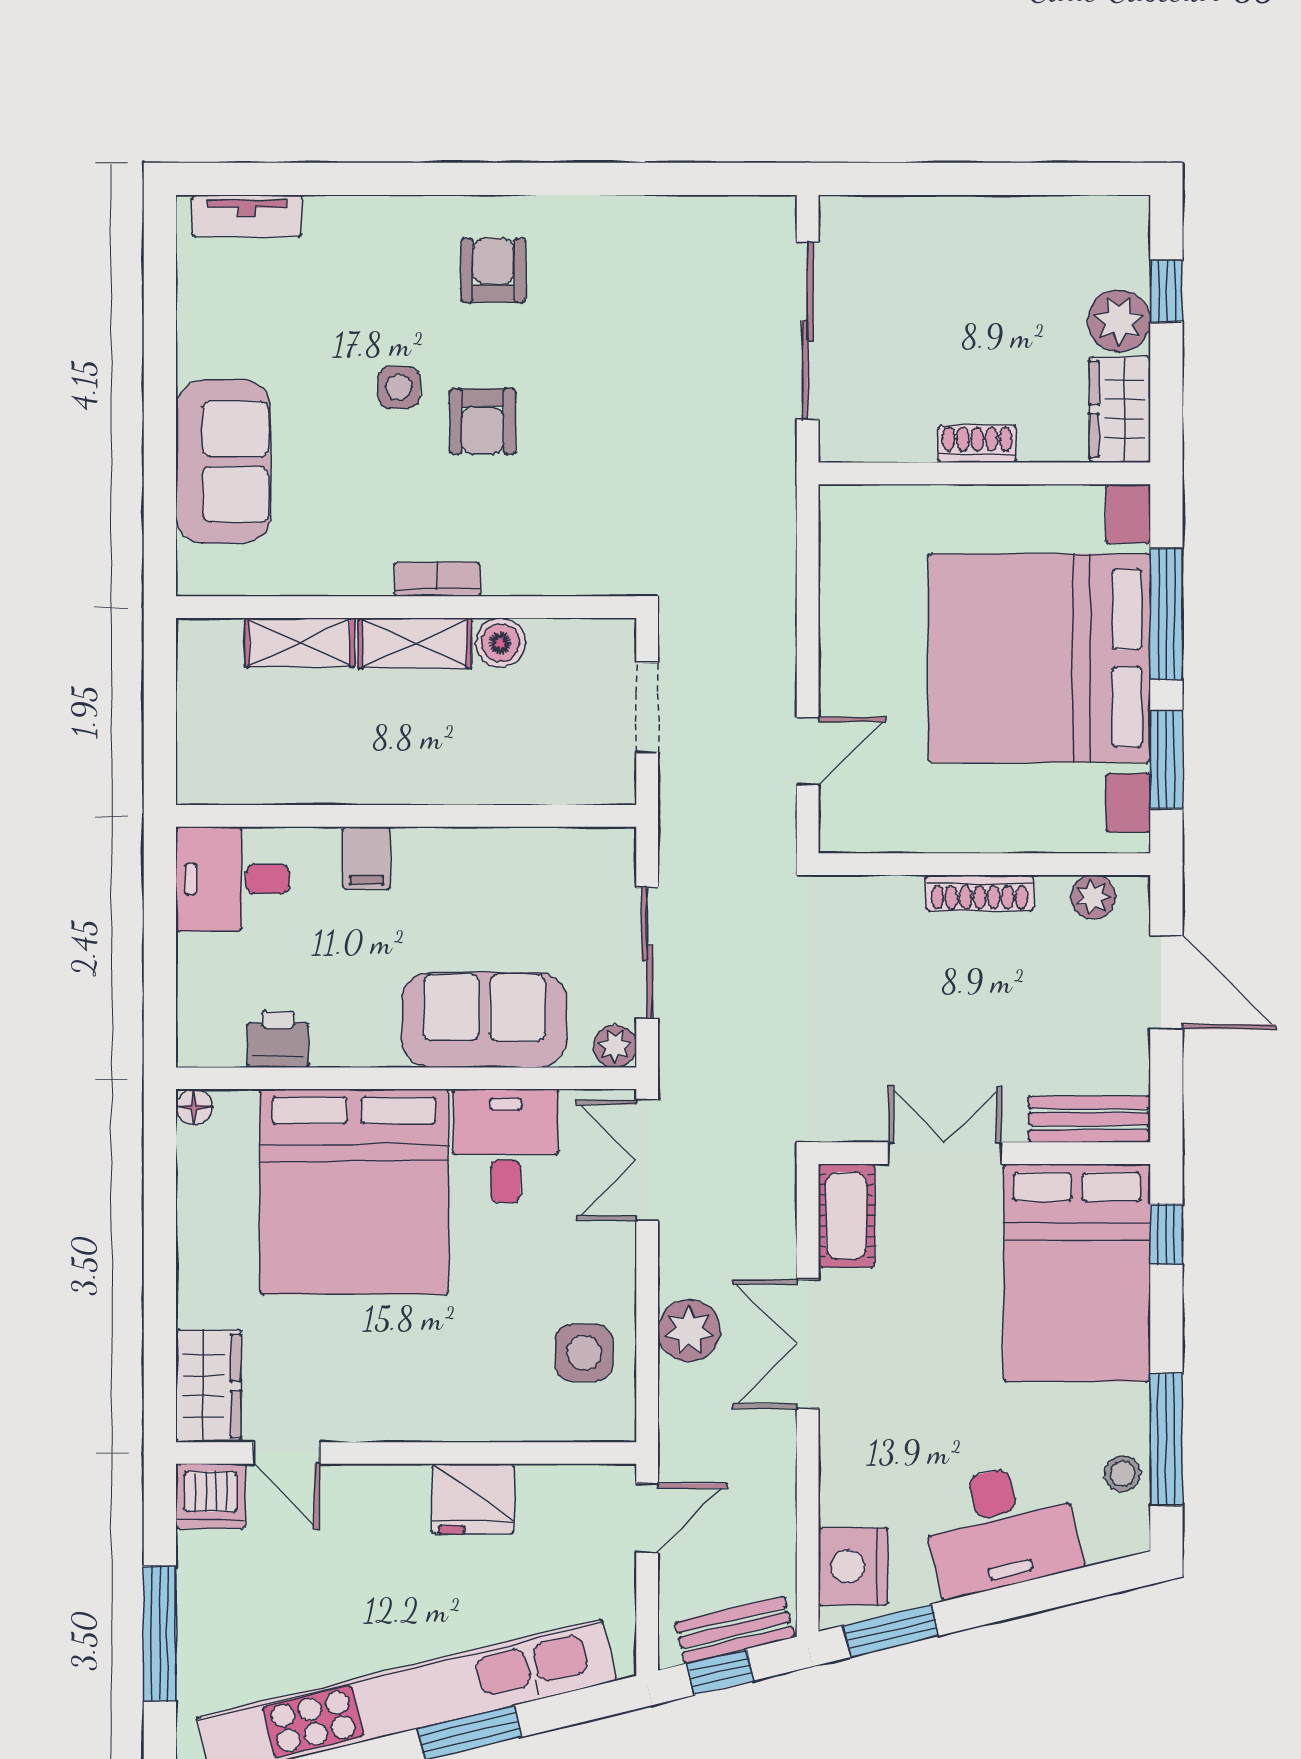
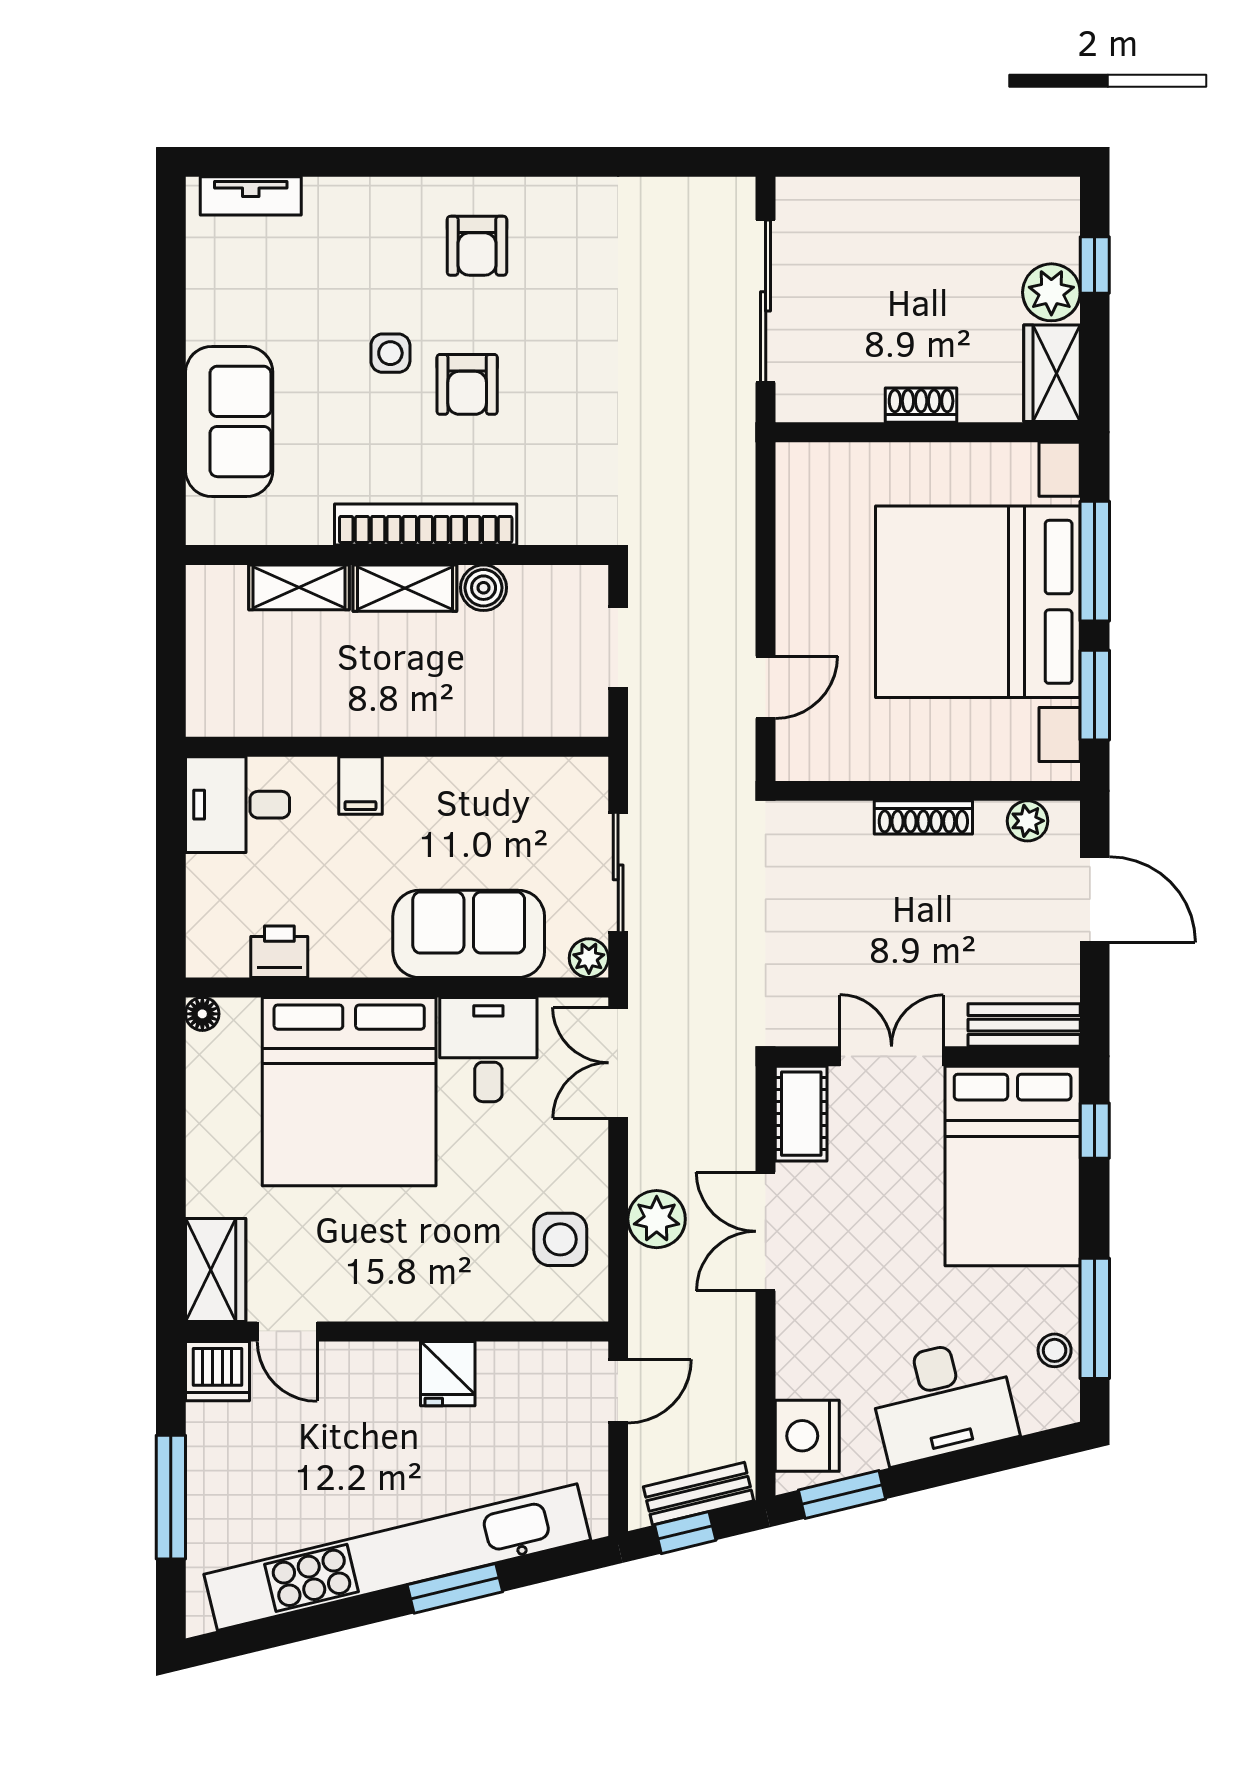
armchair: (493, 270) -> (477, 246), turned 180
bookcase: (437, 579) -> (426, 525), width x2.31, depth x1.31
fridge: (473, 1499) -> (448, 1374), width x0.72

